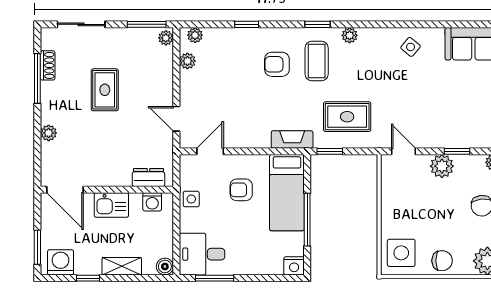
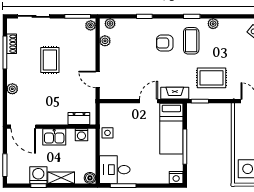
door: (210, 151) -> (149, 101), moved
armchair: (241, 190) -> (141, 127), removed
washing machine: (61, 262) -> (38, 175), moved

